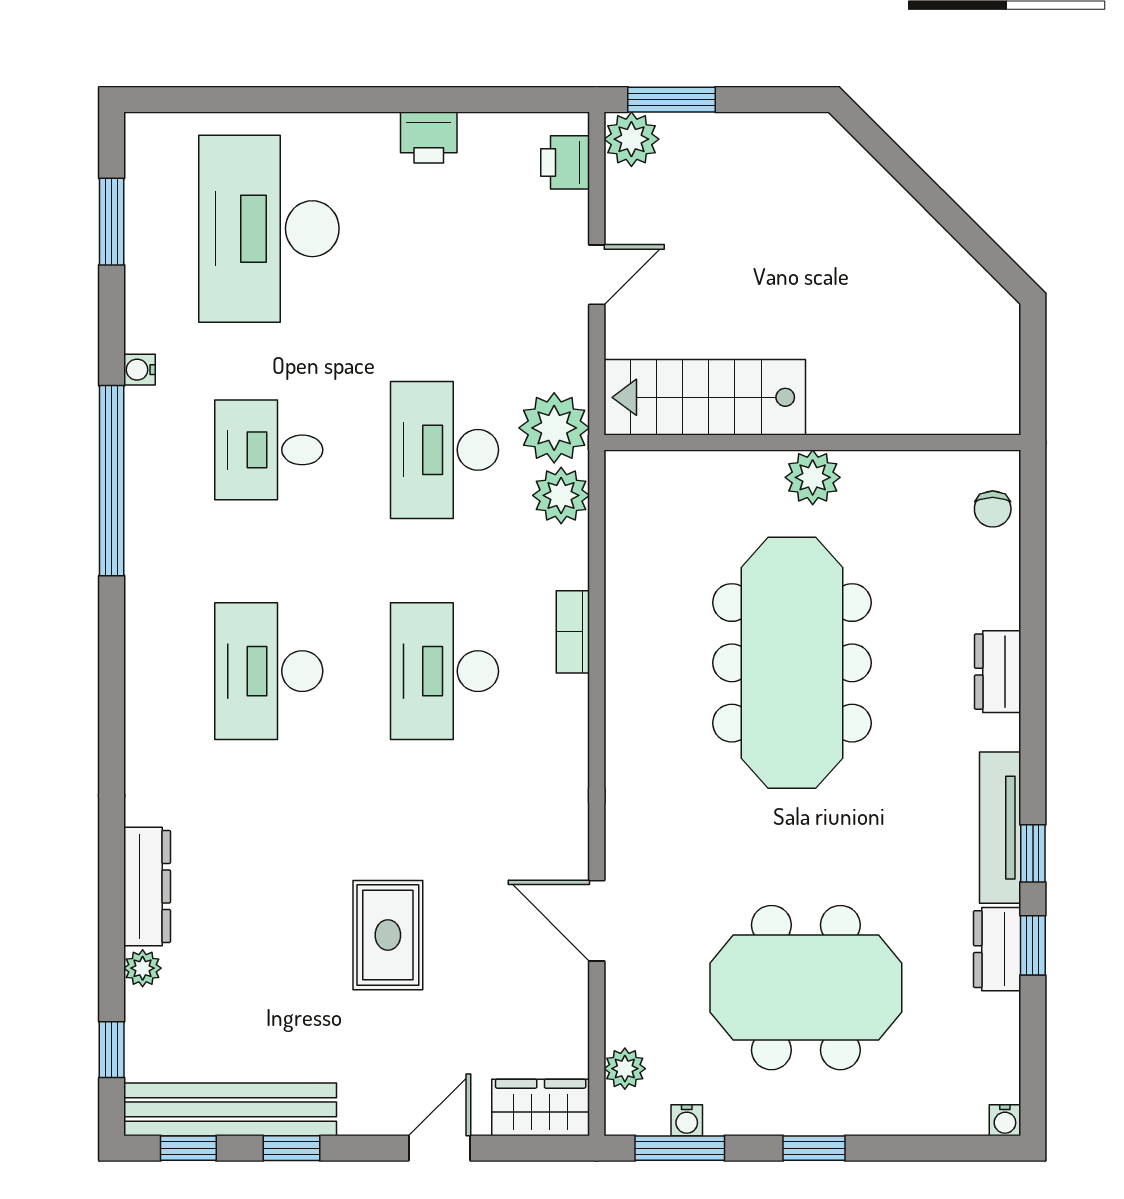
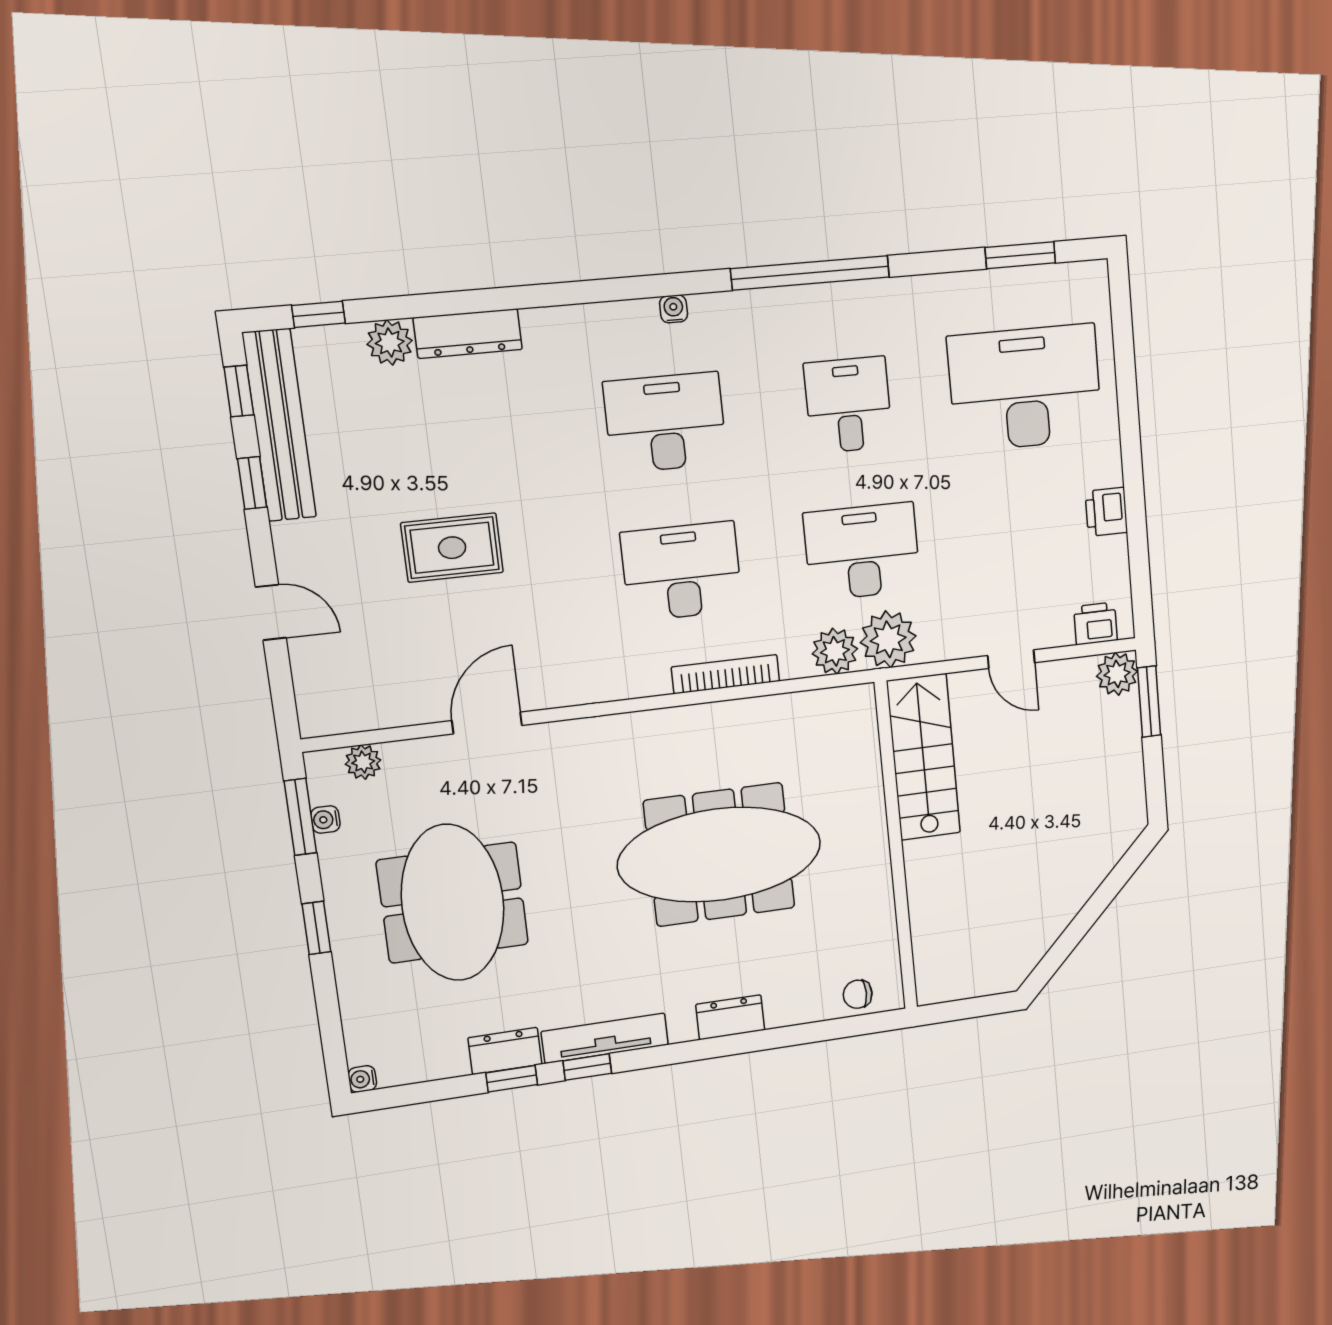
water cooler: (140, 370) -> (674, 309), moved
plant: (813, 477) -> (869, 851), removed
bookcase: (573, 632) -> (726, 674), width x1.56
plant: (143, 968) -> (390, 342), width x1.38, depth x1.38
wardrobe: (541, 1108) -> (319, 695), removed

